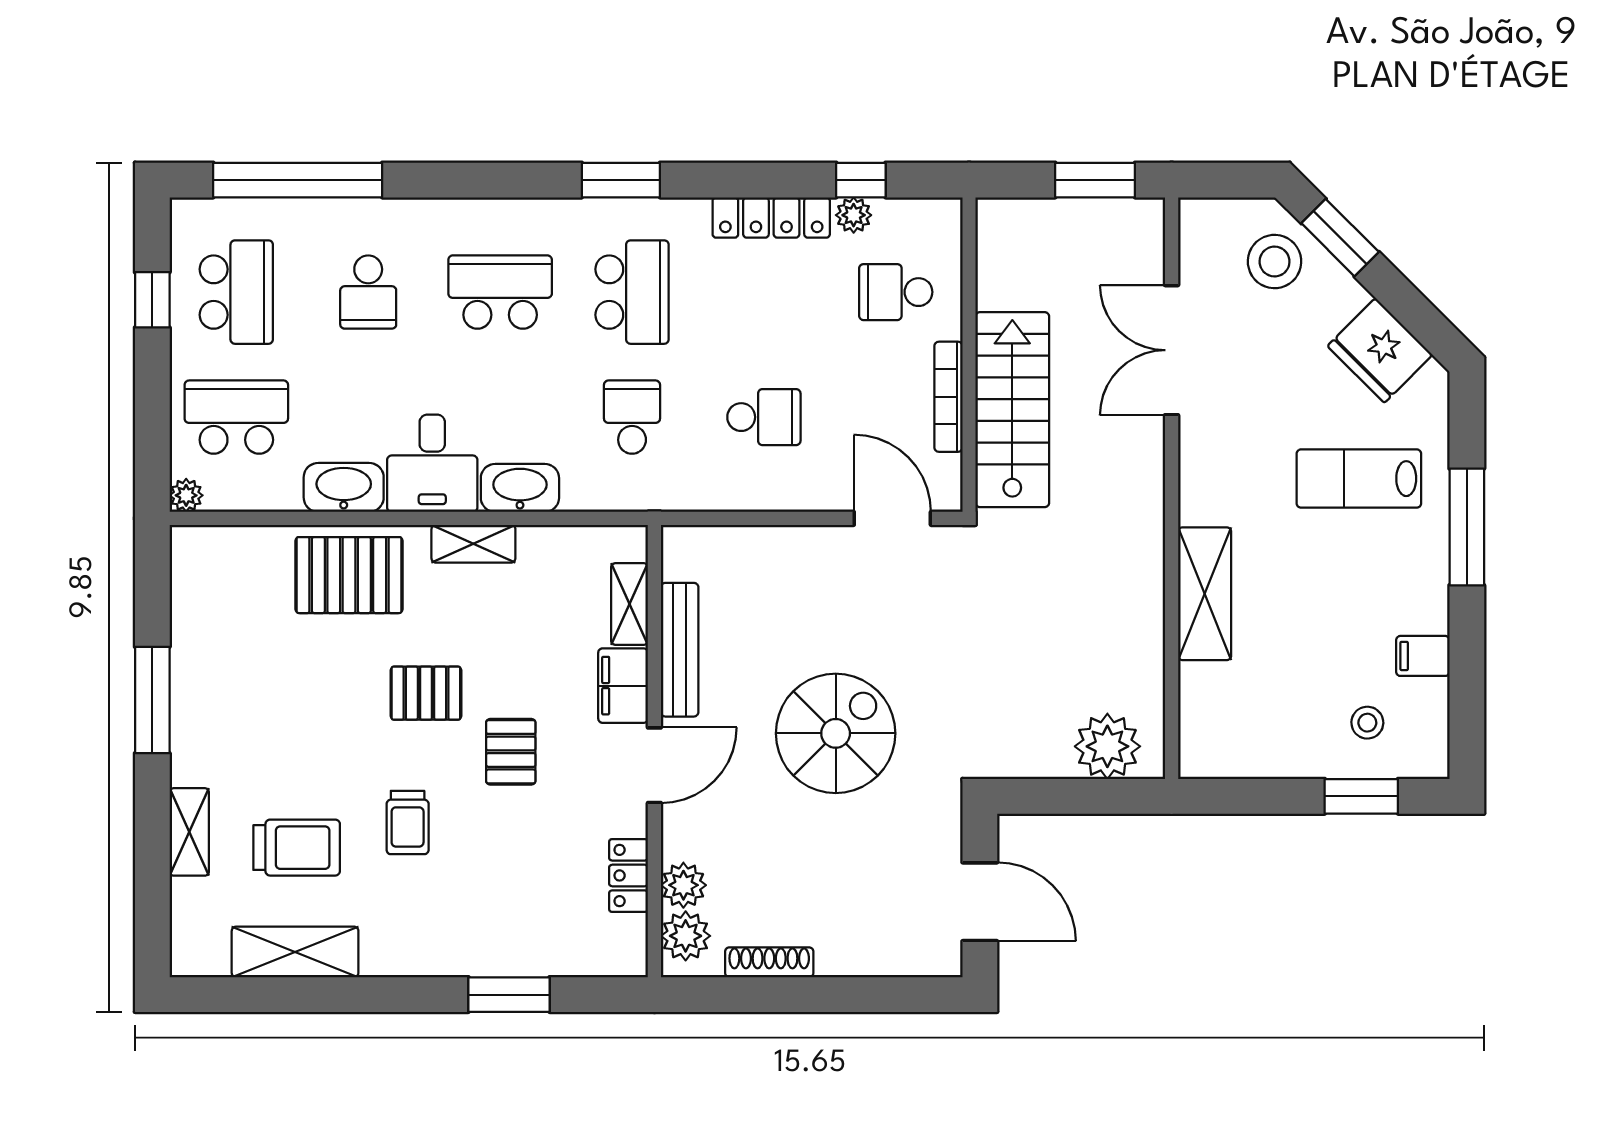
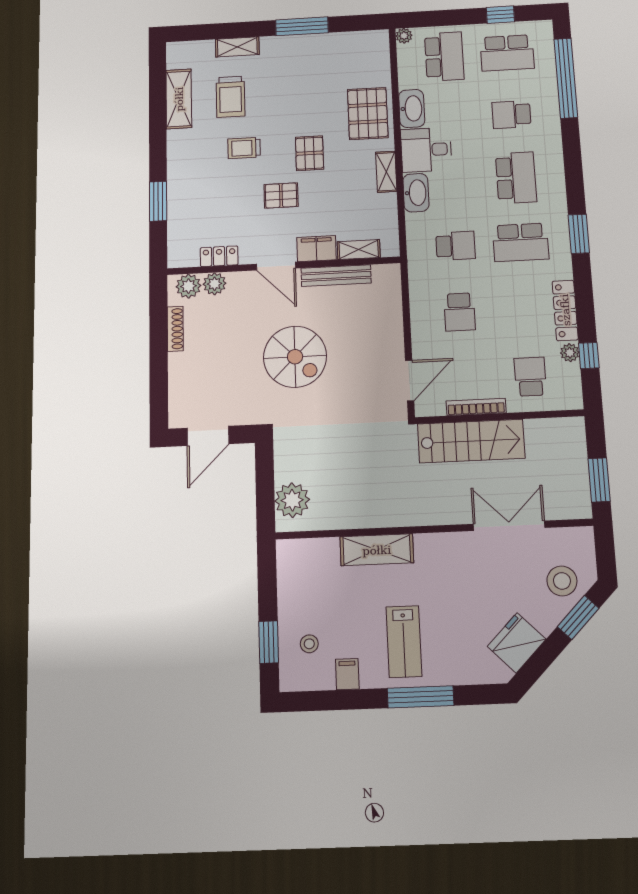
lab bench: (1359, 479) -> (404, 642), moved, turned 180

